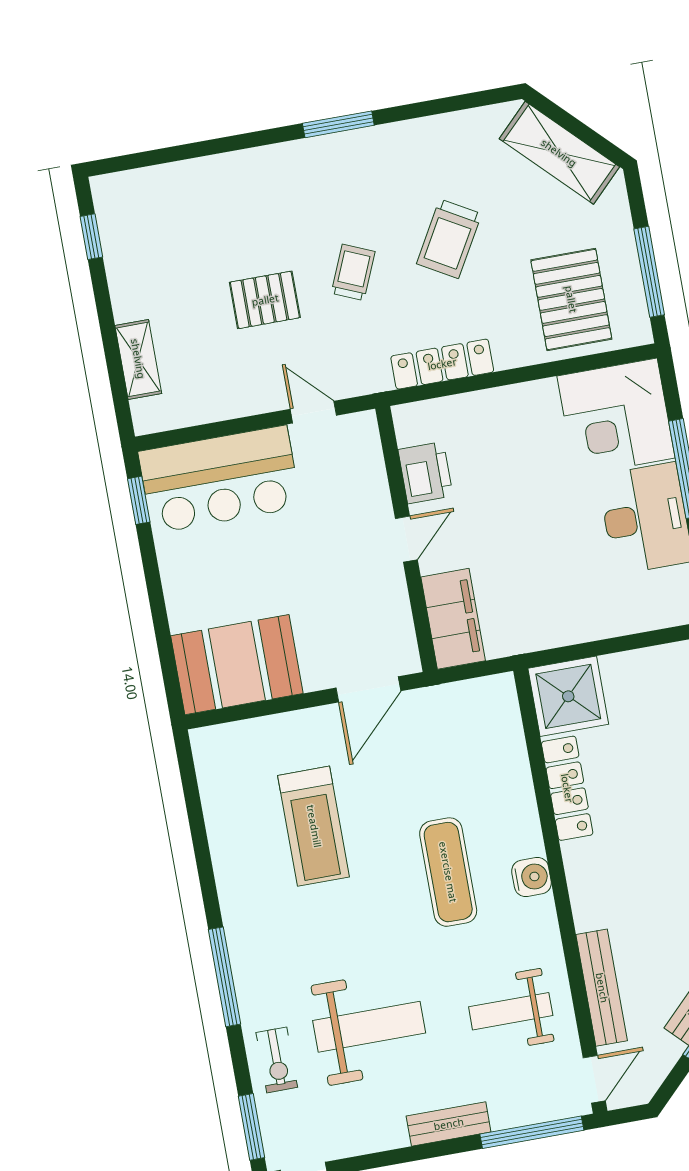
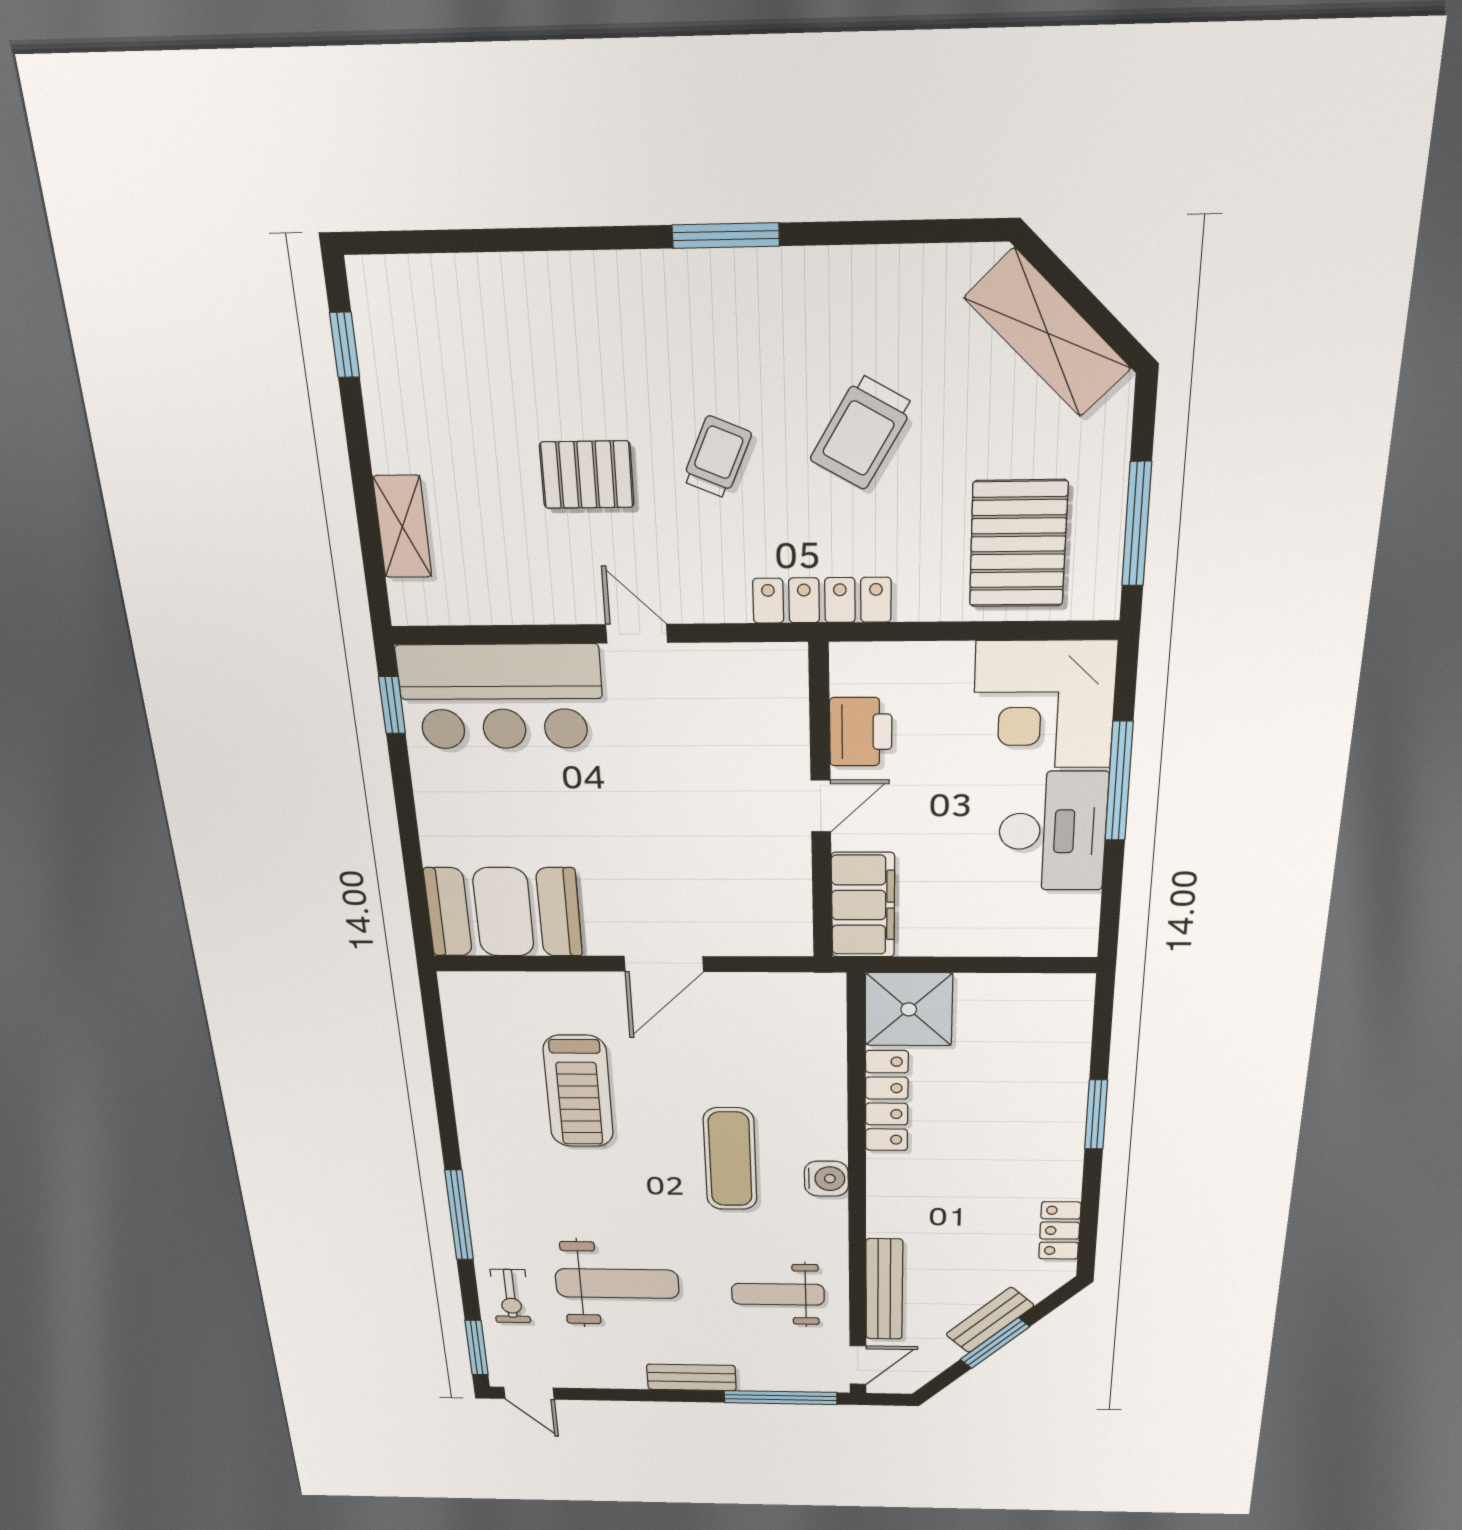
printer: (425, 473) -> (861, 732), moved
door: (406, 539) -> (821, 806), moved
wall: (406, 539) -> (821, 806), moved
filing cabinet: (453, 619) -> (863, 905), moved

